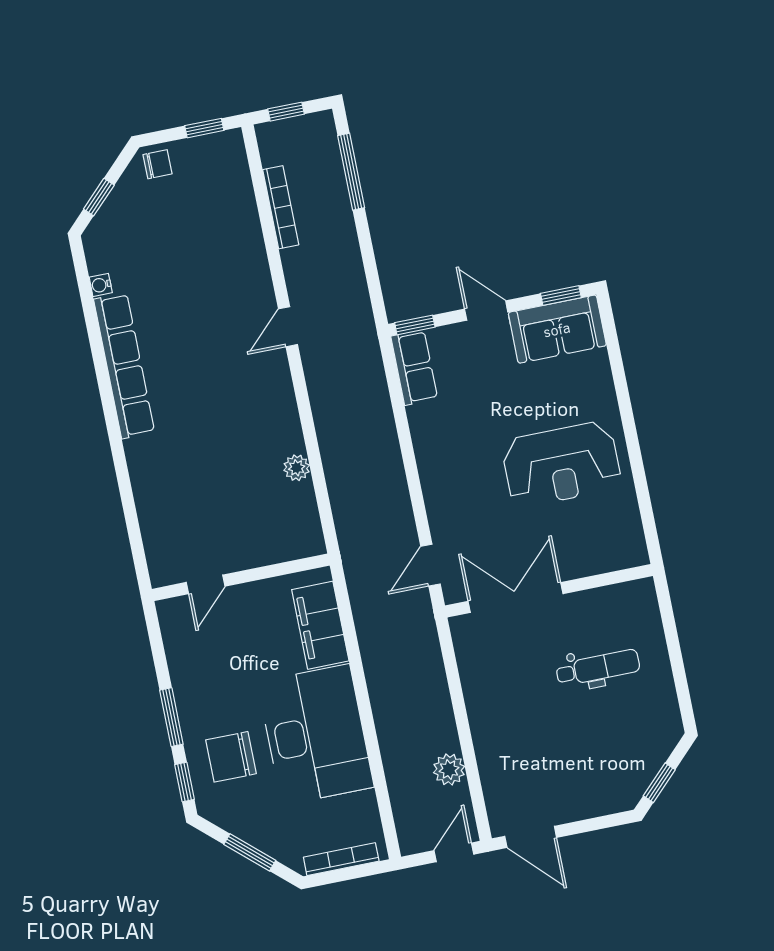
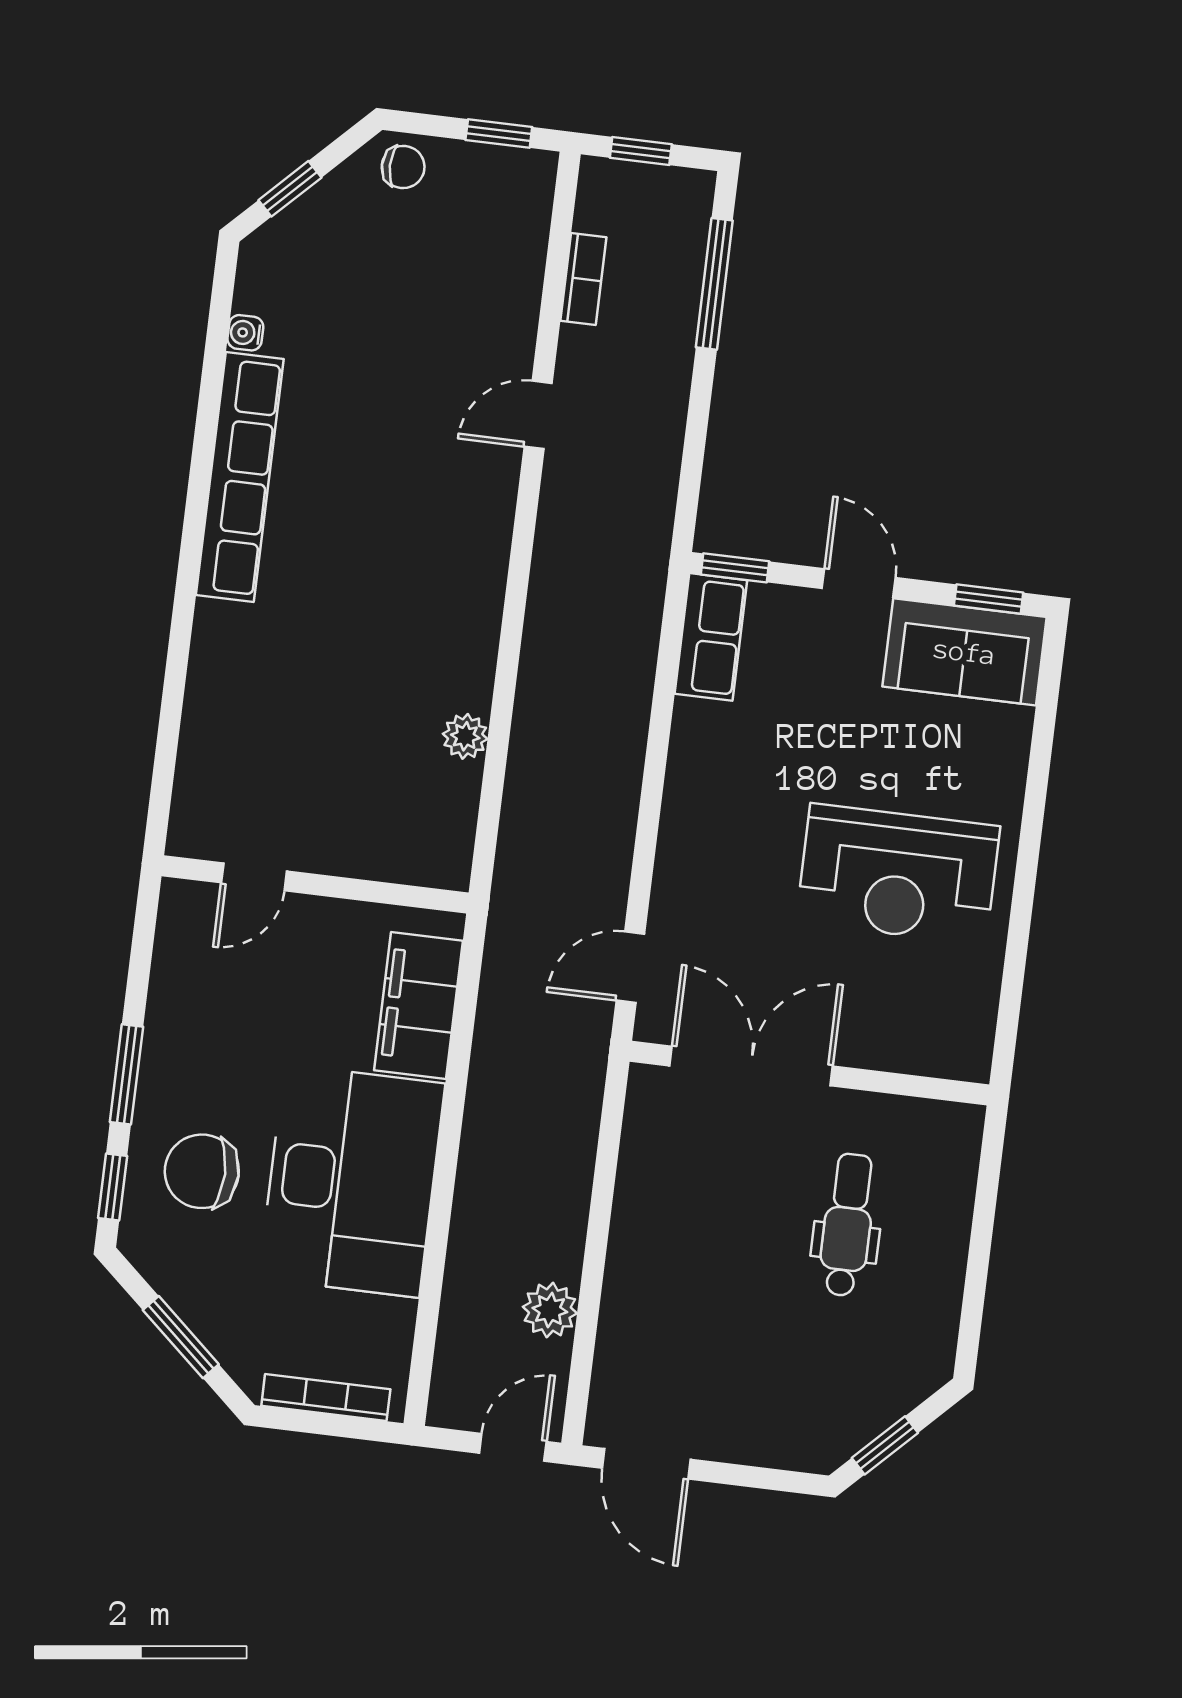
bookcase: (281, 207) -> (583, 279), width x0.64
door: (288, 327) -> (538, 415), moved
dental chair: (598, 668) -> (847, 1225), turned -90

